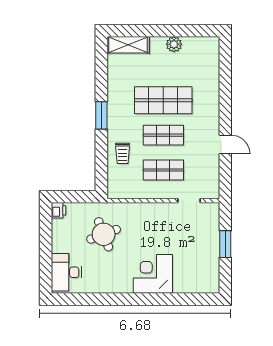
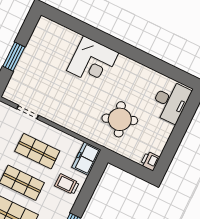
trolley: (123, 153) -> (67, 184), turned -90
freezer: (116, 185) -> (86, 159), added

